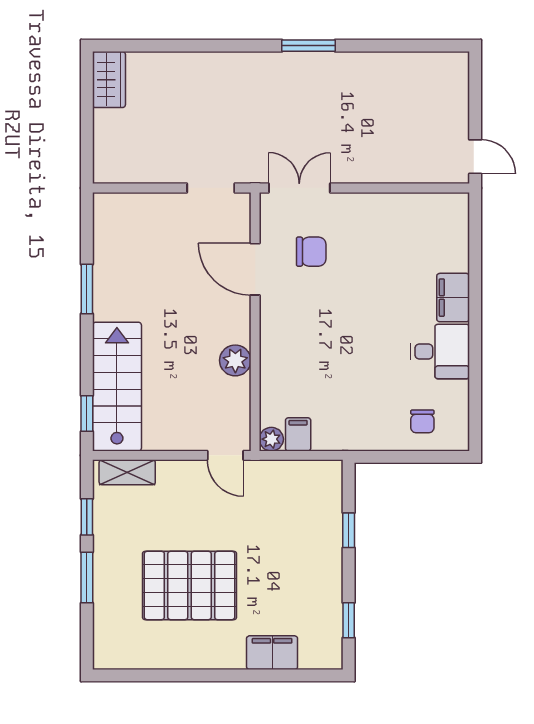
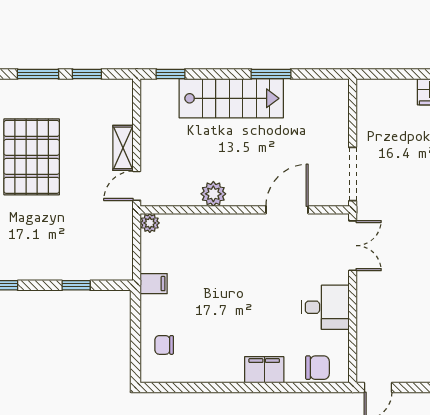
doorway: (211, 188) -> (353, 174), width x1.38
chair: (311, 252) -> (317, 368), moved, turned -90
desk: (440, 351) -> (325, 307), moved, turned -90
stairs: (117, 387) -> (231, 98), moved
filing cabinet: (298, 434) -> (154, 284), moved
shelving: (127, 472) -> (123, 148), moved

